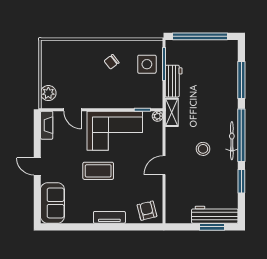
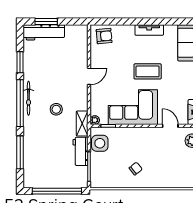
side table: (147, 64) -> (100, 143), moved
stool: (203, 149) -> (56, 109), moved
armchair: (147, 211) -> (104, 36), turned -81
tv unit: (109, 217) -> (149, 30), moved

